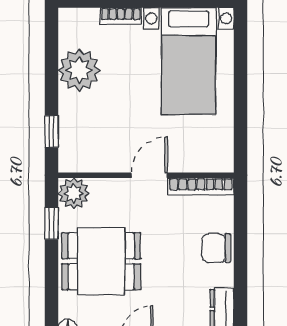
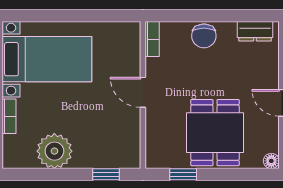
bookcase: (201, 186) -> (152, 39), width x0.64
plant: (74, 193) -> (158, 156), removed

